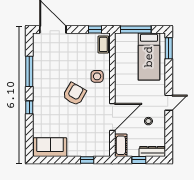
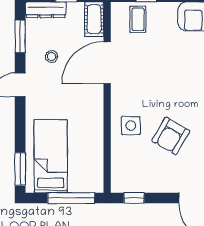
coffee table: (103, 44) -> (138, 19), moved
armchair: (74, 94) -> (171, 136), moved
window: (169, 134) -> (20, 36), added

